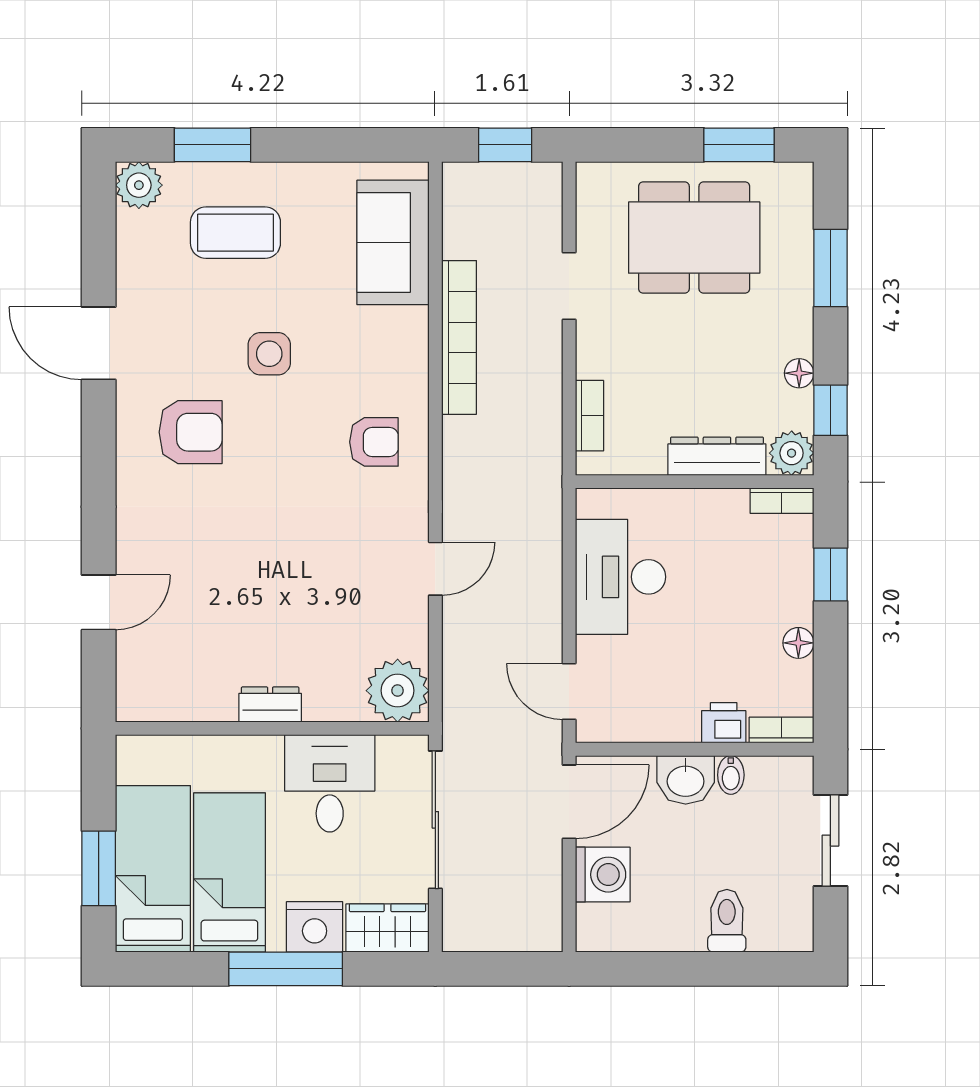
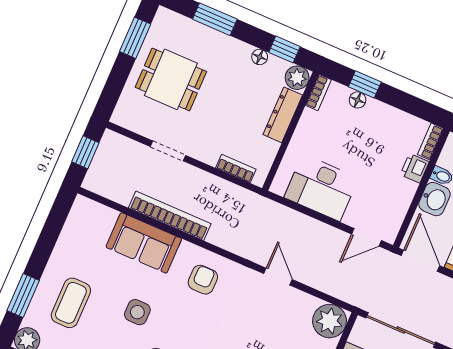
dining table: (694, 238) -> (171, 79), width x0.73
sofa: (393, 242) -> (144, 243), moved
floor lamp: (798, 643) -> (358, 100), moved

